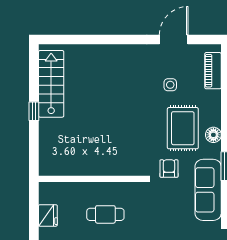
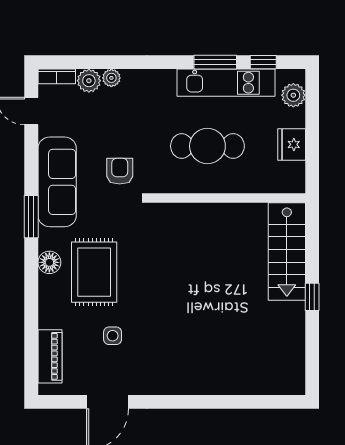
stairs: (51, 84) -> (287, 251), moved
armchair: (169, 169) -> (120, 171), moved, turned 180
cafe table: (105, 214) -> (207, 146), width x1.37, depth x1.35

